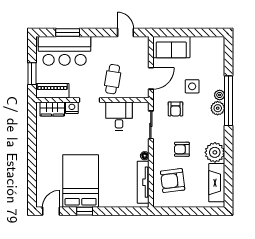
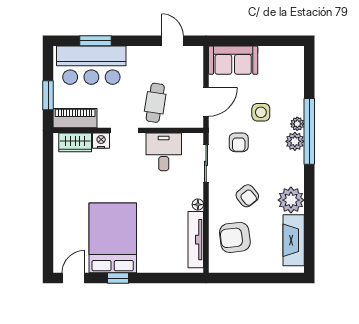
armchair: (182, 149) -> (247, 196), turned -129

